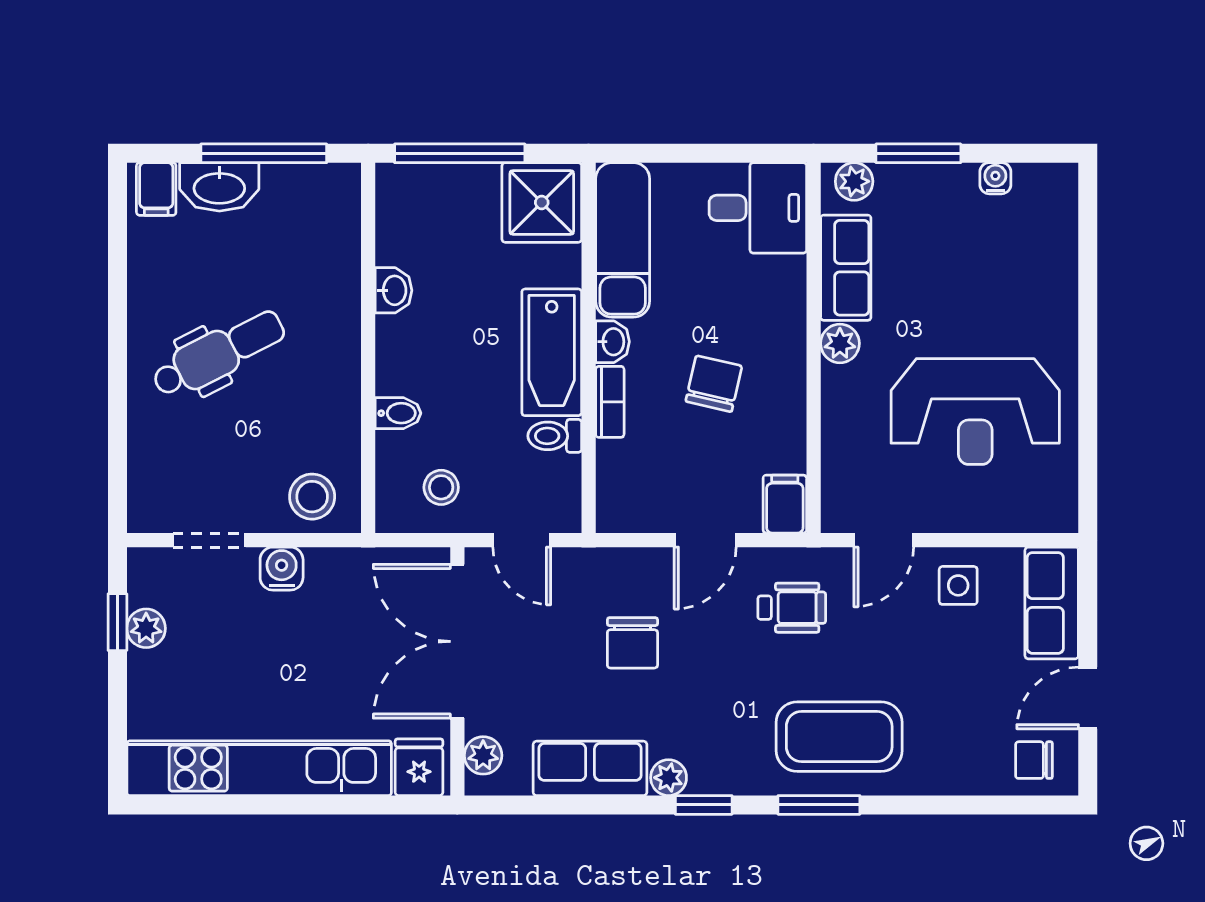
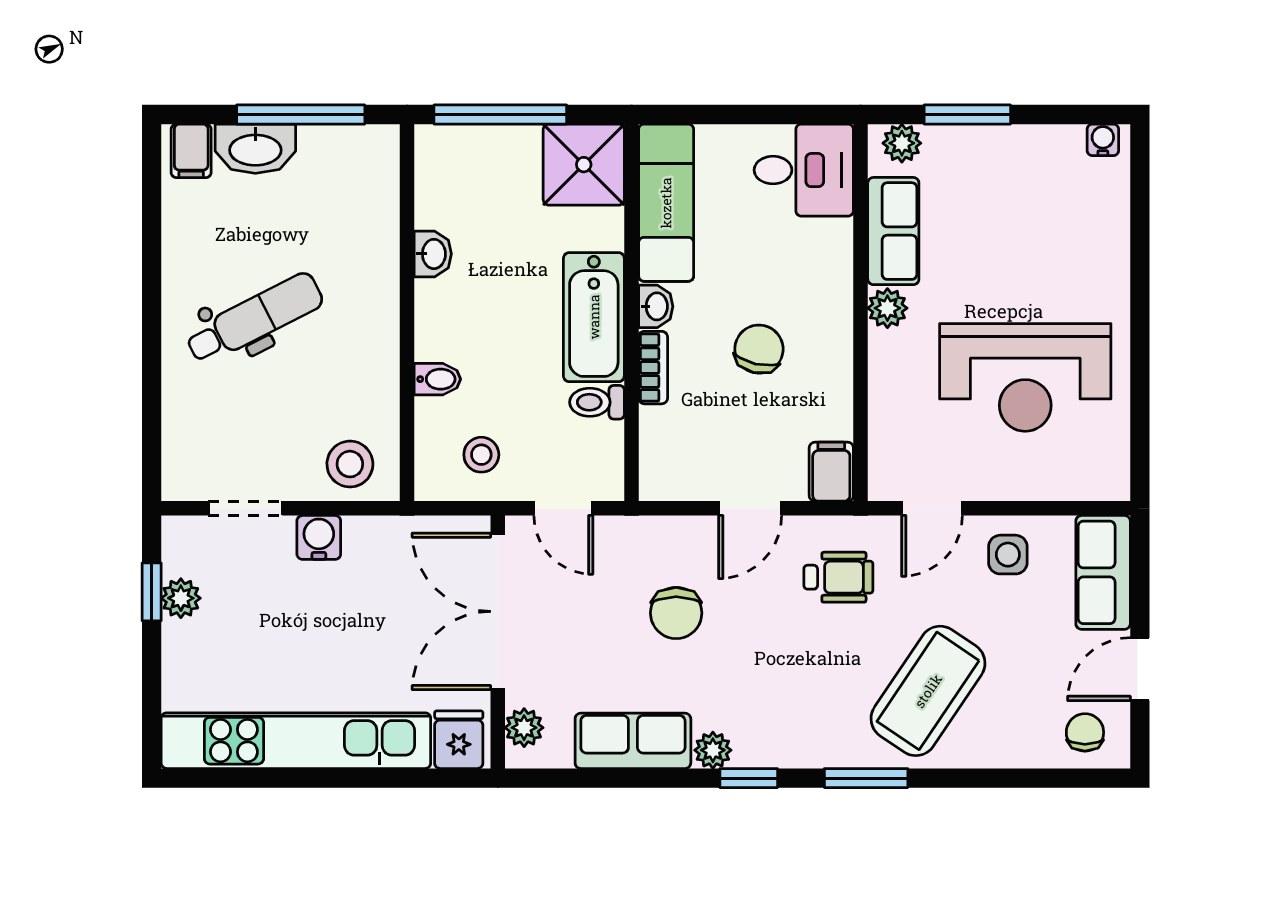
water cooler: (995, 178) -> (1103, 140), moved
coffee table: (839, 737) -> (928, 691), moved, turned -56
chair: (1034, 760) -> (1085, 732), turned 90

